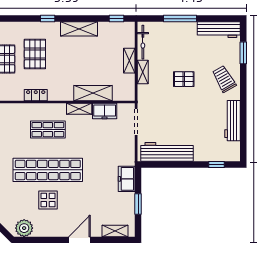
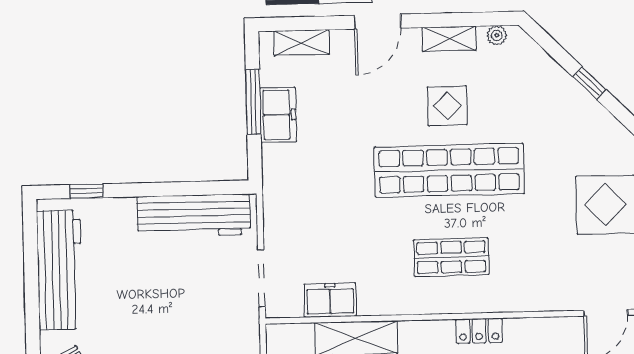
shelving: (79, 109) -> (449, 39), moved
workbench: (232, 121) -> (60, 270), width x1.36, depth x1.32
freezer: (127, 179) -> (278, 115), moved
window: (138, 204) -> (253, 102), width x1.44
plant: (24, 228) -> (497, 35), width x0.53, depth x0.53

